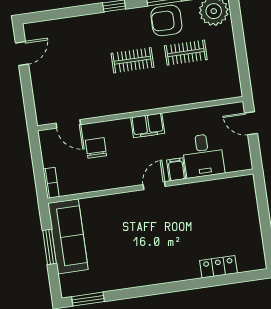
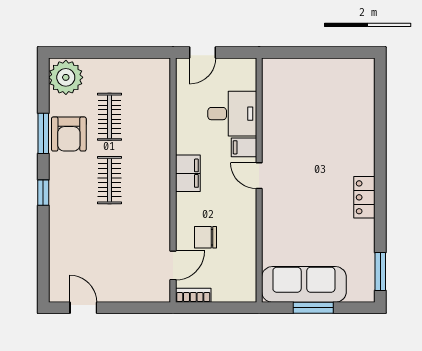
bookcase: (51, 183) -> (193, 295), moved
locker: (218, 267) -> (364, 197), moved

